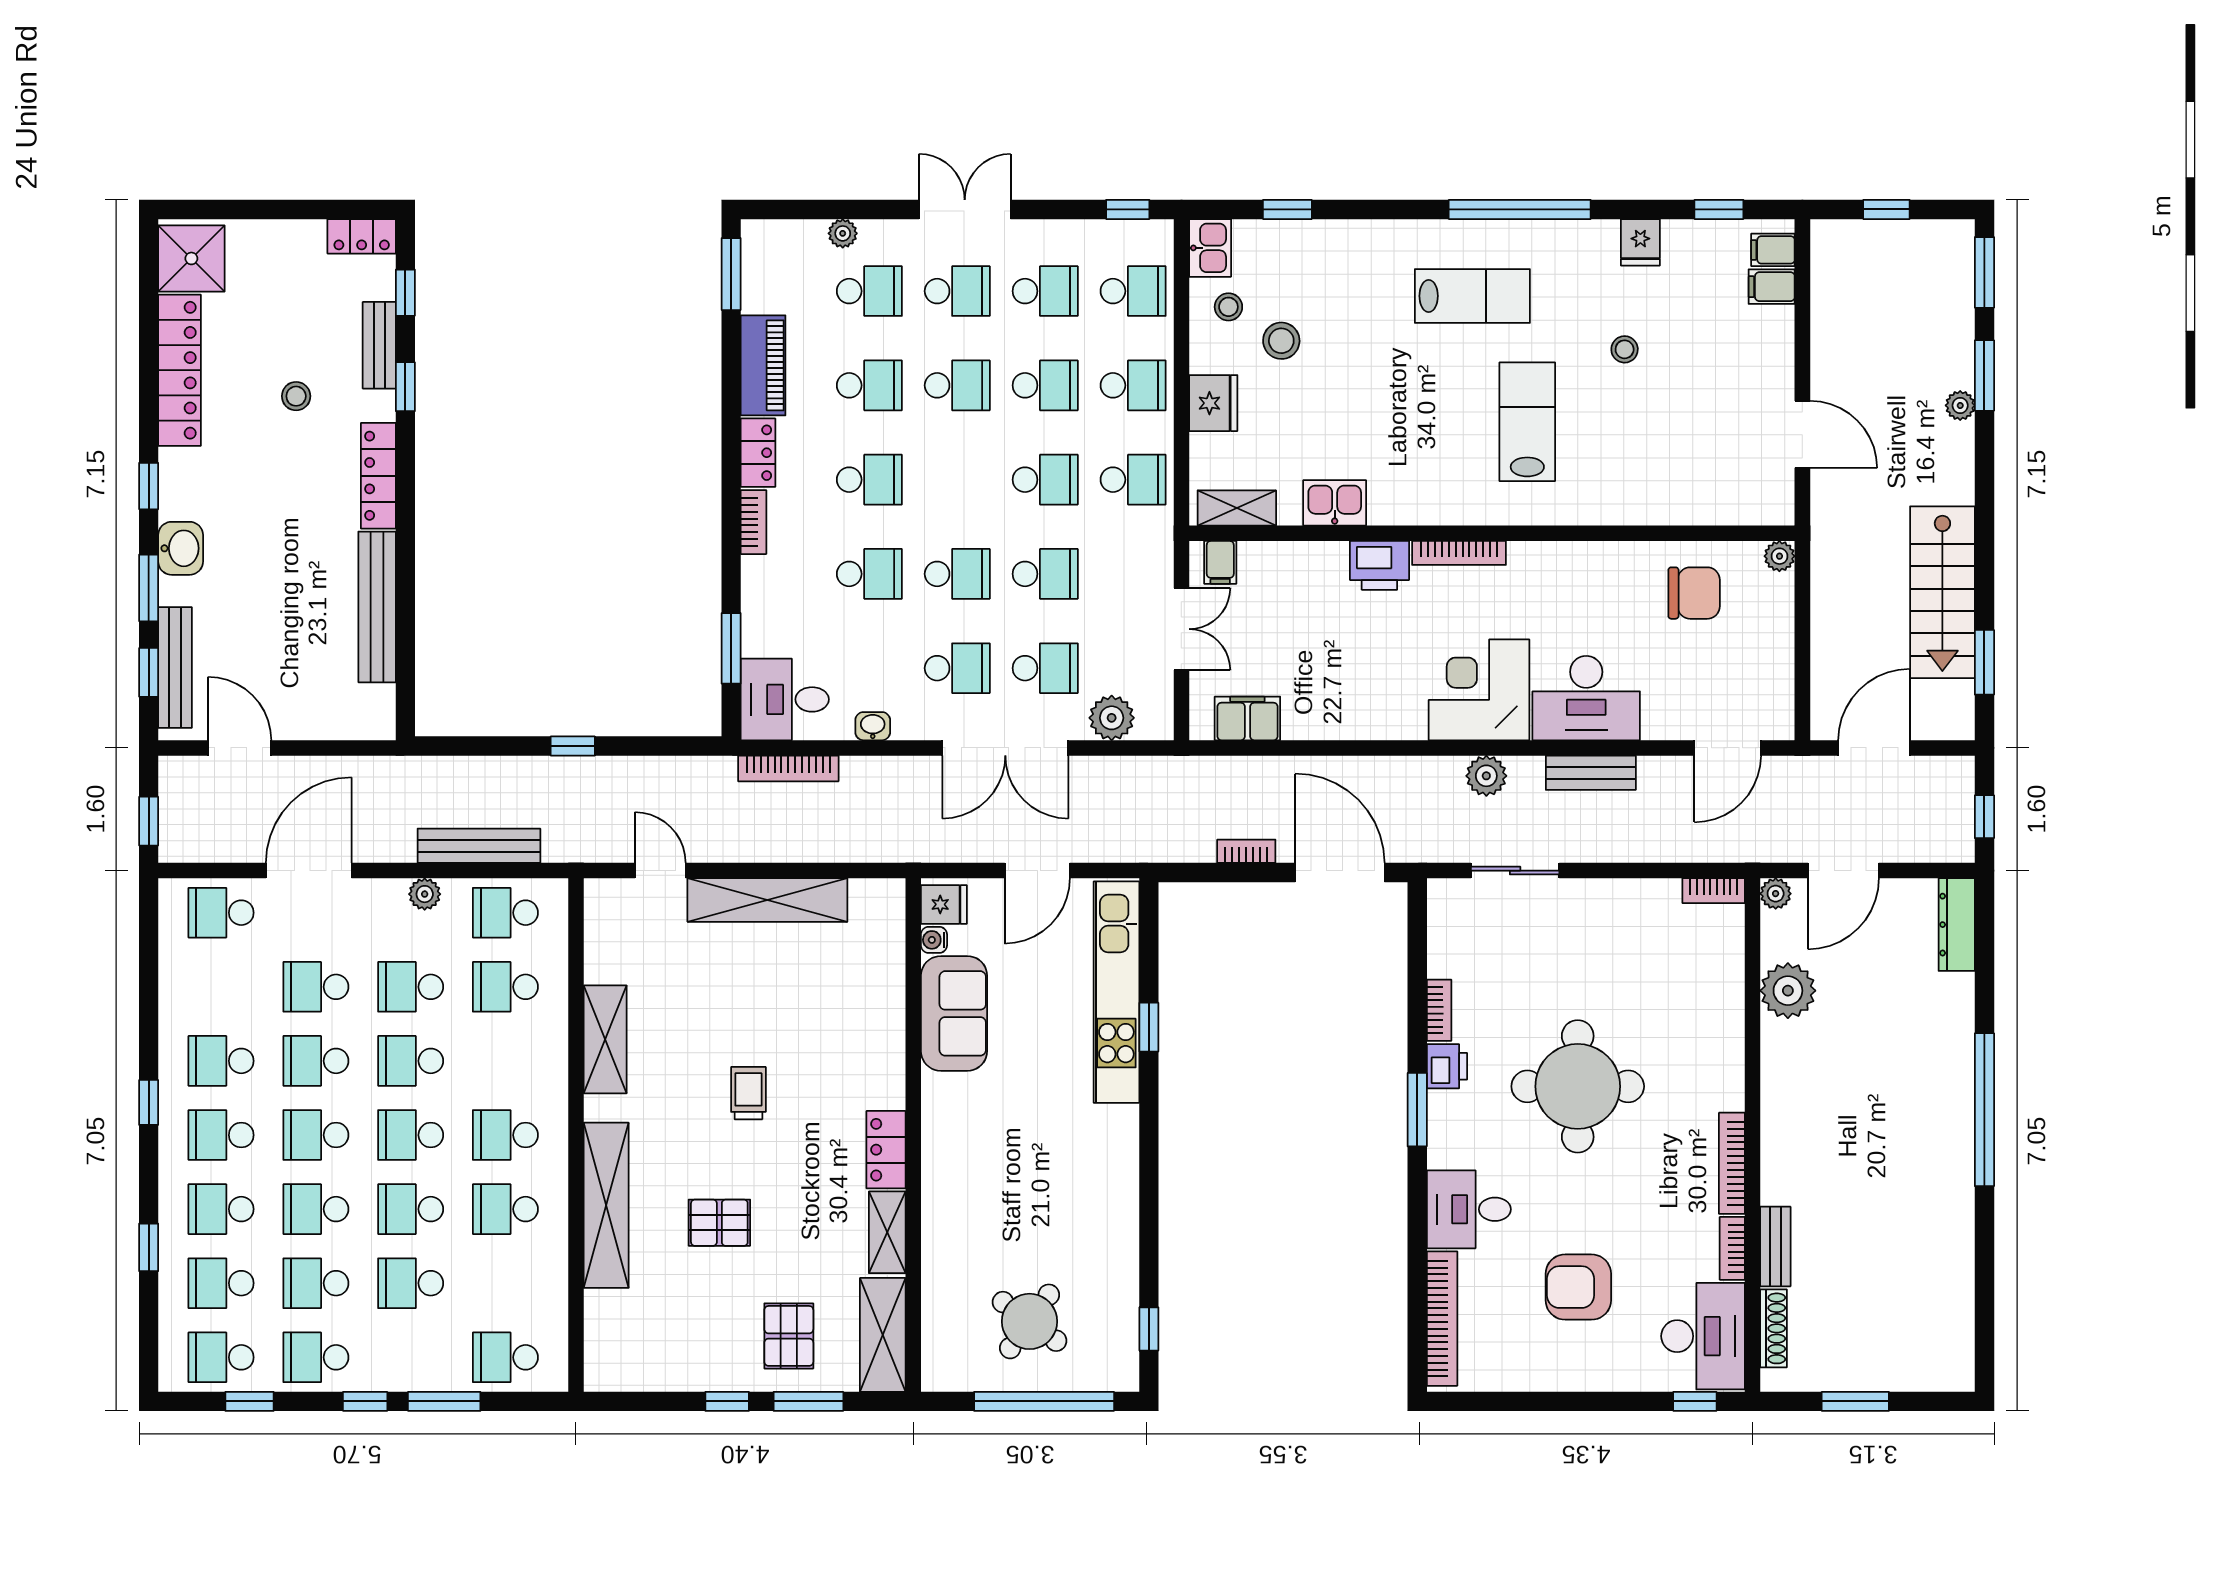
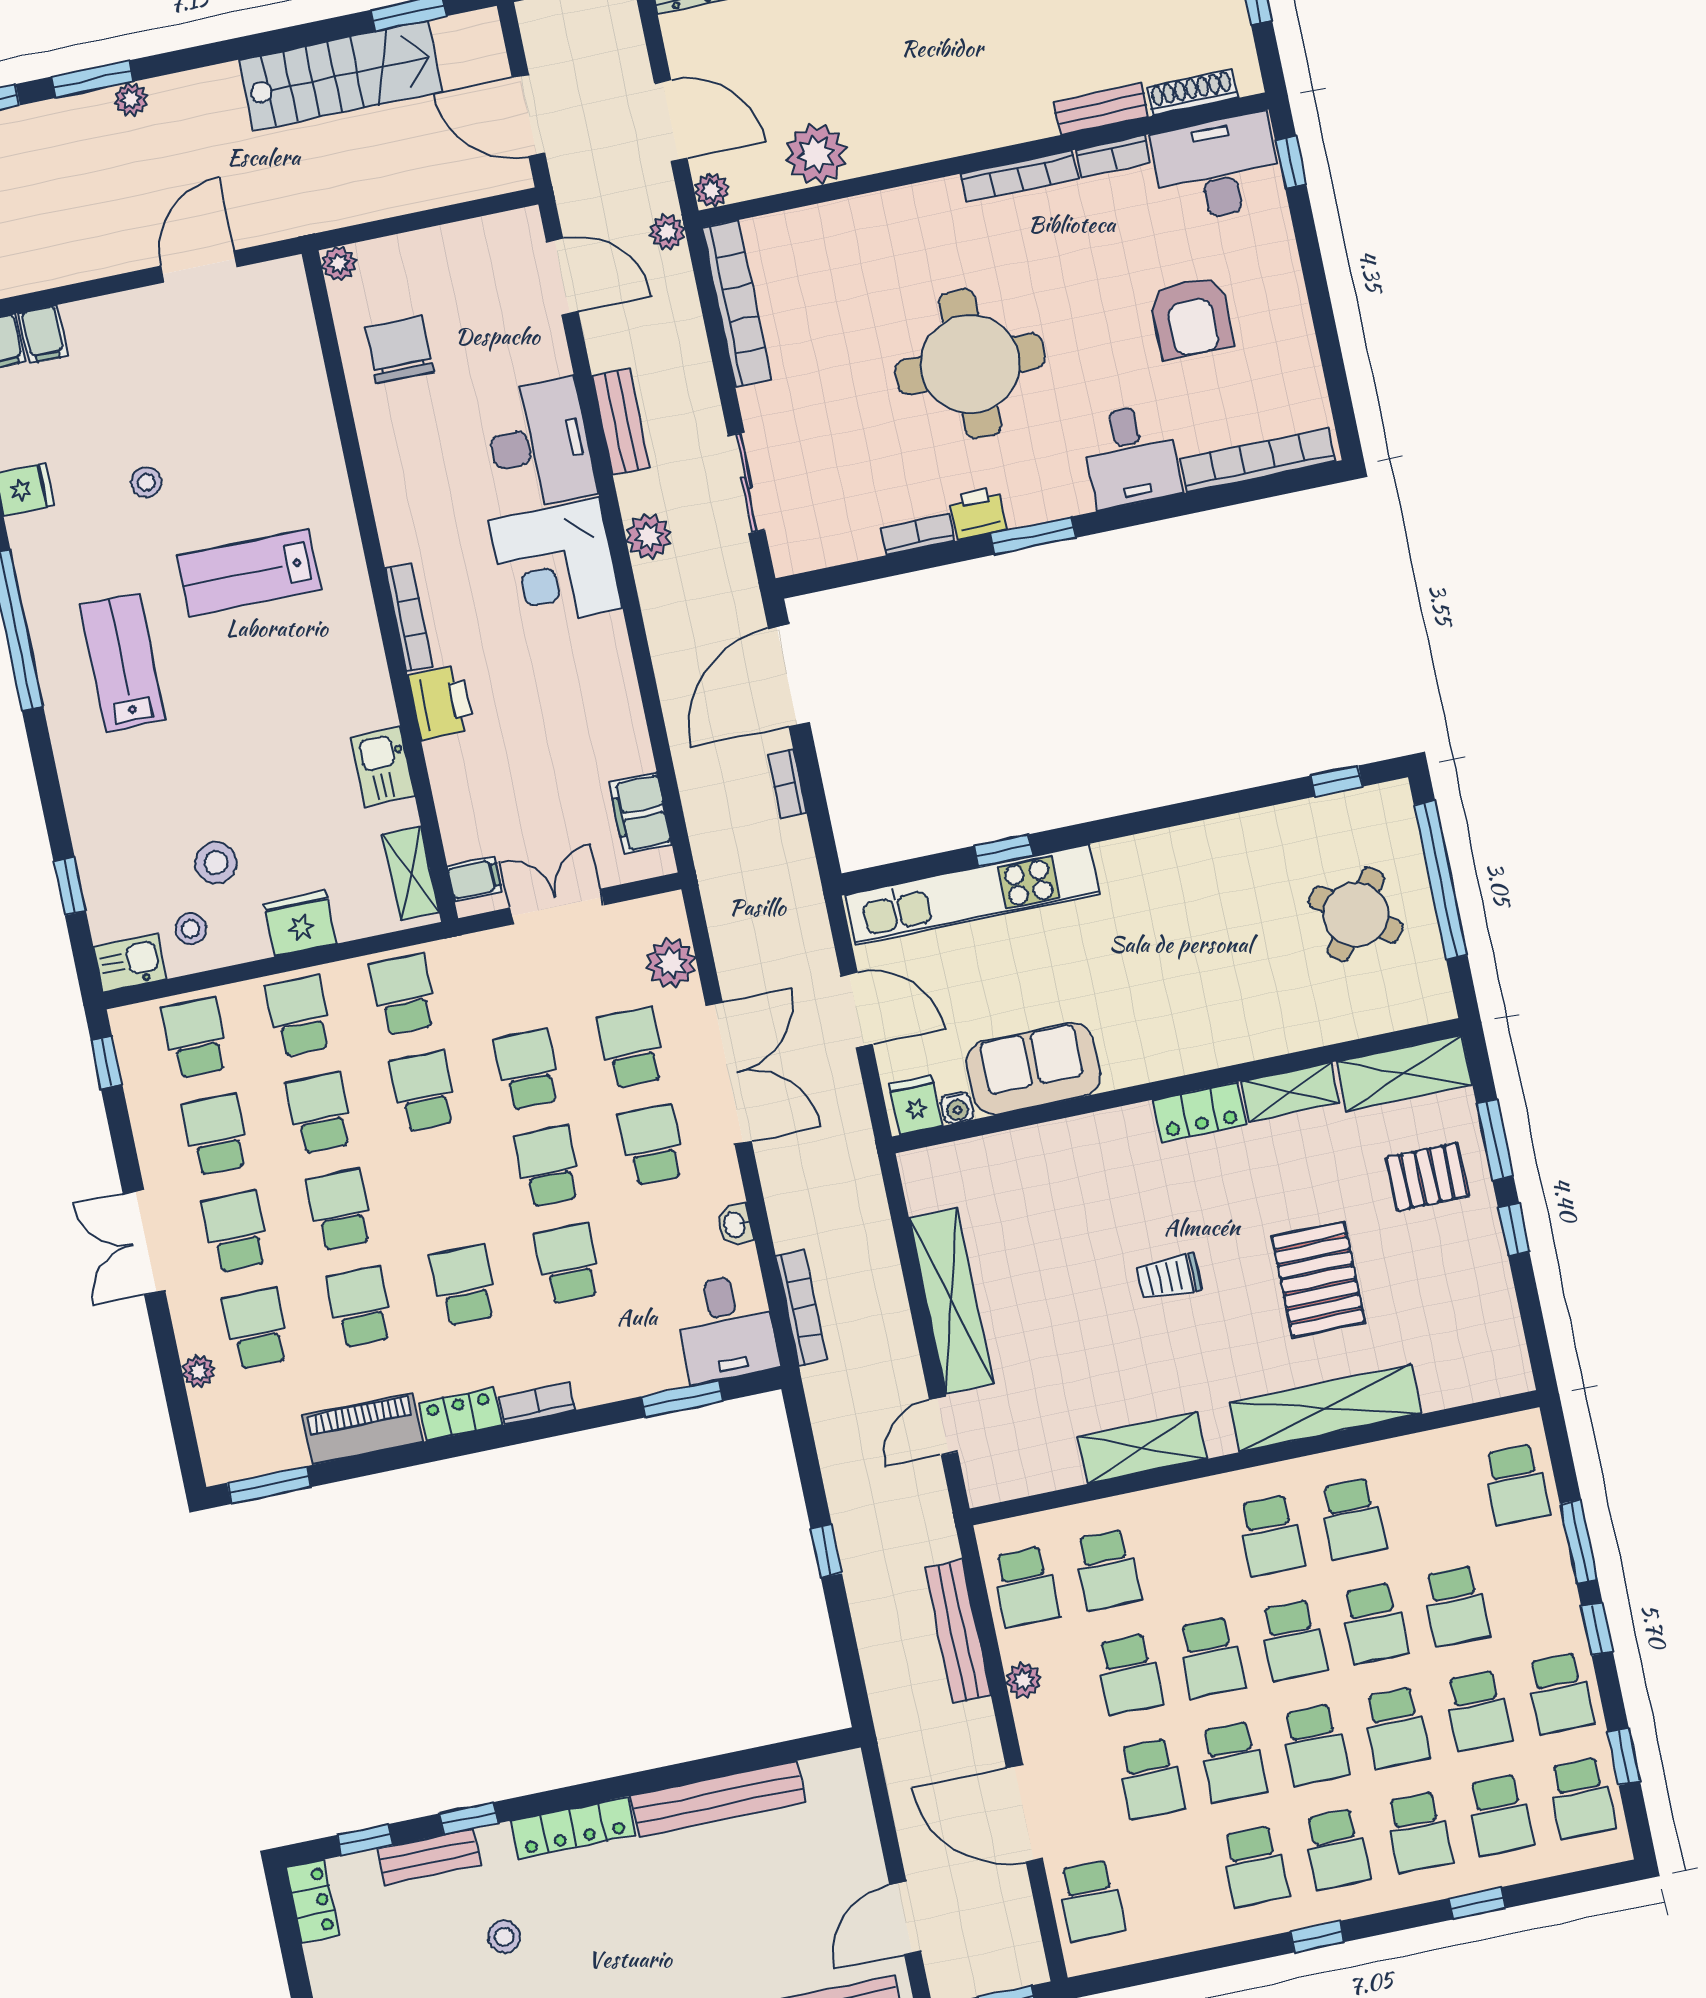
plant: (1747, 847) -> (667, 232), added
bookcase: (1714, 891) -> (737, 303), width x2.31, depth x1.31
pallet: (719, 1223) -> (1318, 1279), width x1.50, depth x1.42

